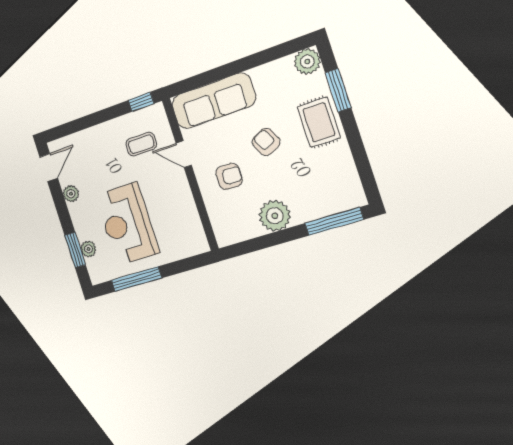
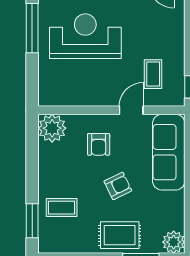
coffee table: (309, 194) -> (62, 208), added
plant: (275, 216) -> (52, 128), moved
window: (334, 221) -> (32, 221), width x0.69

